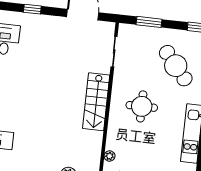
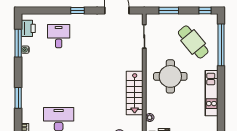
stairs: (96, 102) -> (135, 93), moved
round table: (142, 106) -> (170, 76), width x1.36, depth x1.36

